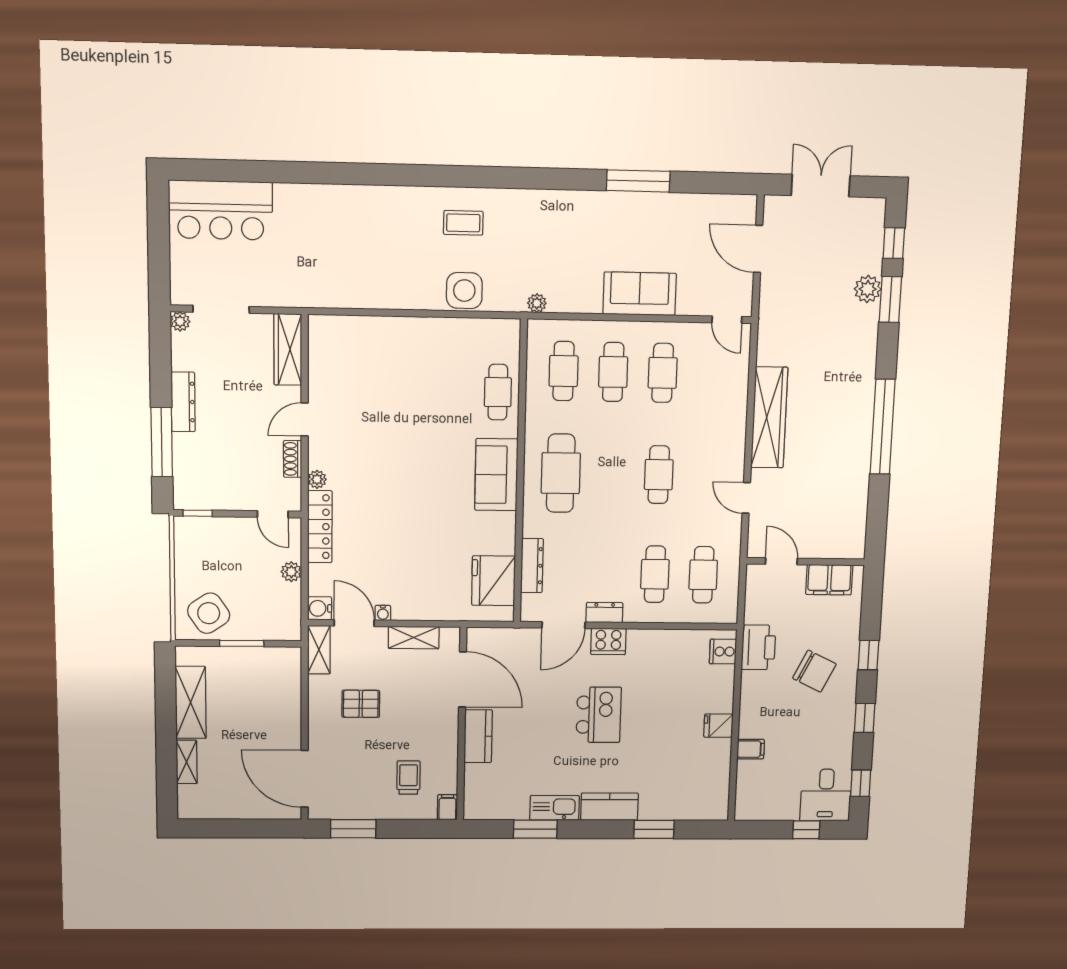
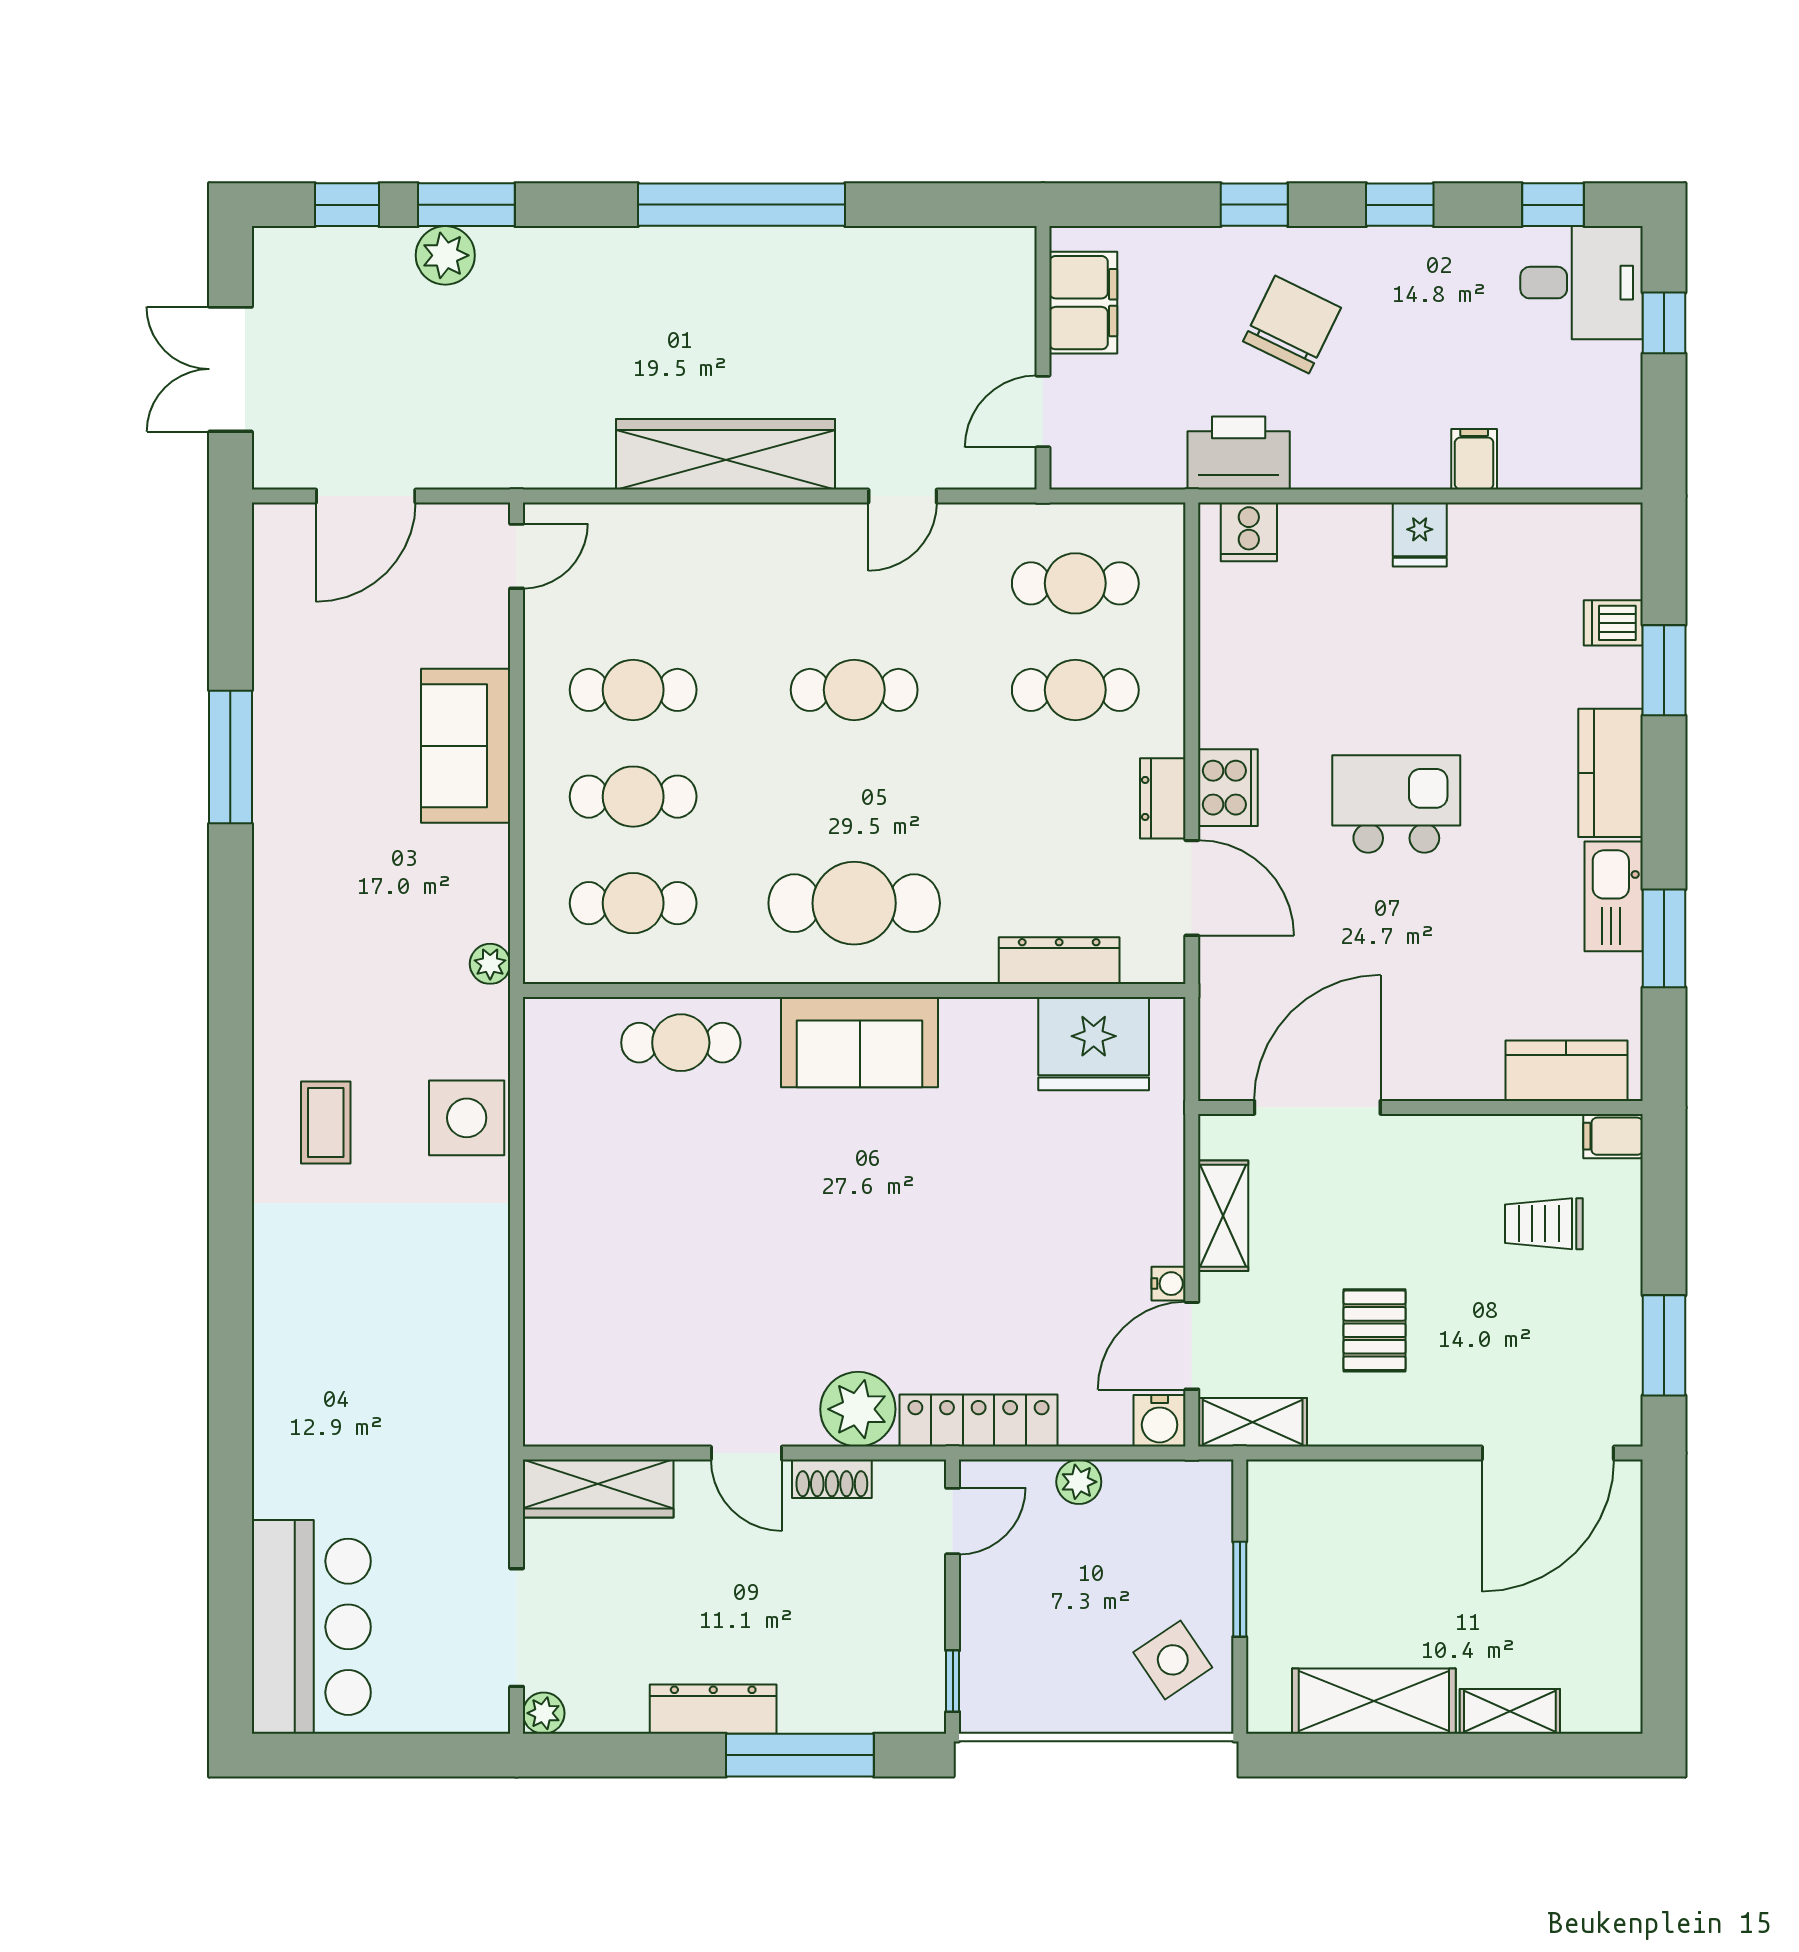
plant: (317, 479) -> (858, 1409), width x1.87, depth x1.87
side table: (209, 613) -> (1173, 1660), width x0.73, depth x0.73
kitchen counter: (478, 736) -> (1566, 1071), moved
dishwasher: (676, 808) -> (1613, 623), added

